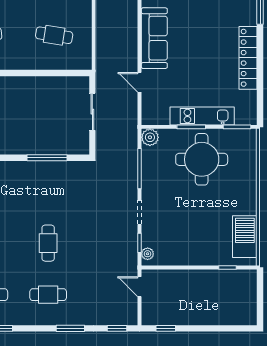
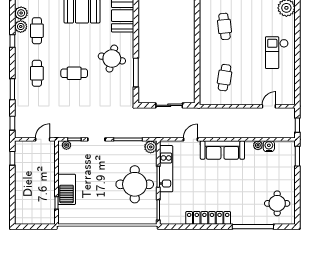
kitchen unit: (202, 116) -> (166, 169), moved
round table: (28, 191) -> (112, 59), added
barbecue: (245, 237) -> (67, 189), moved, turned 90

